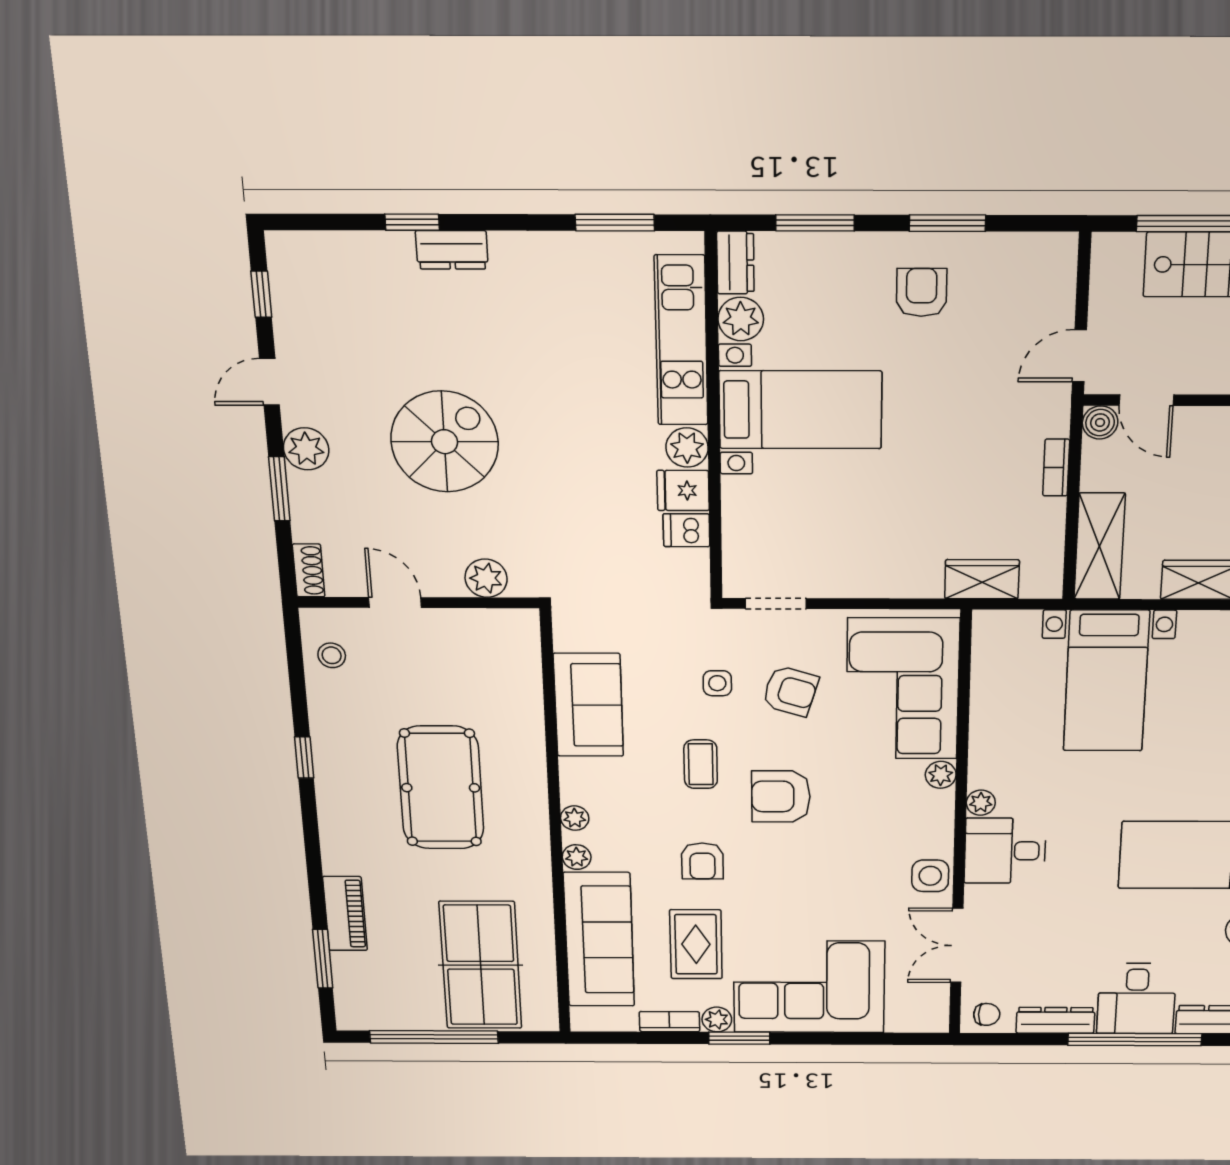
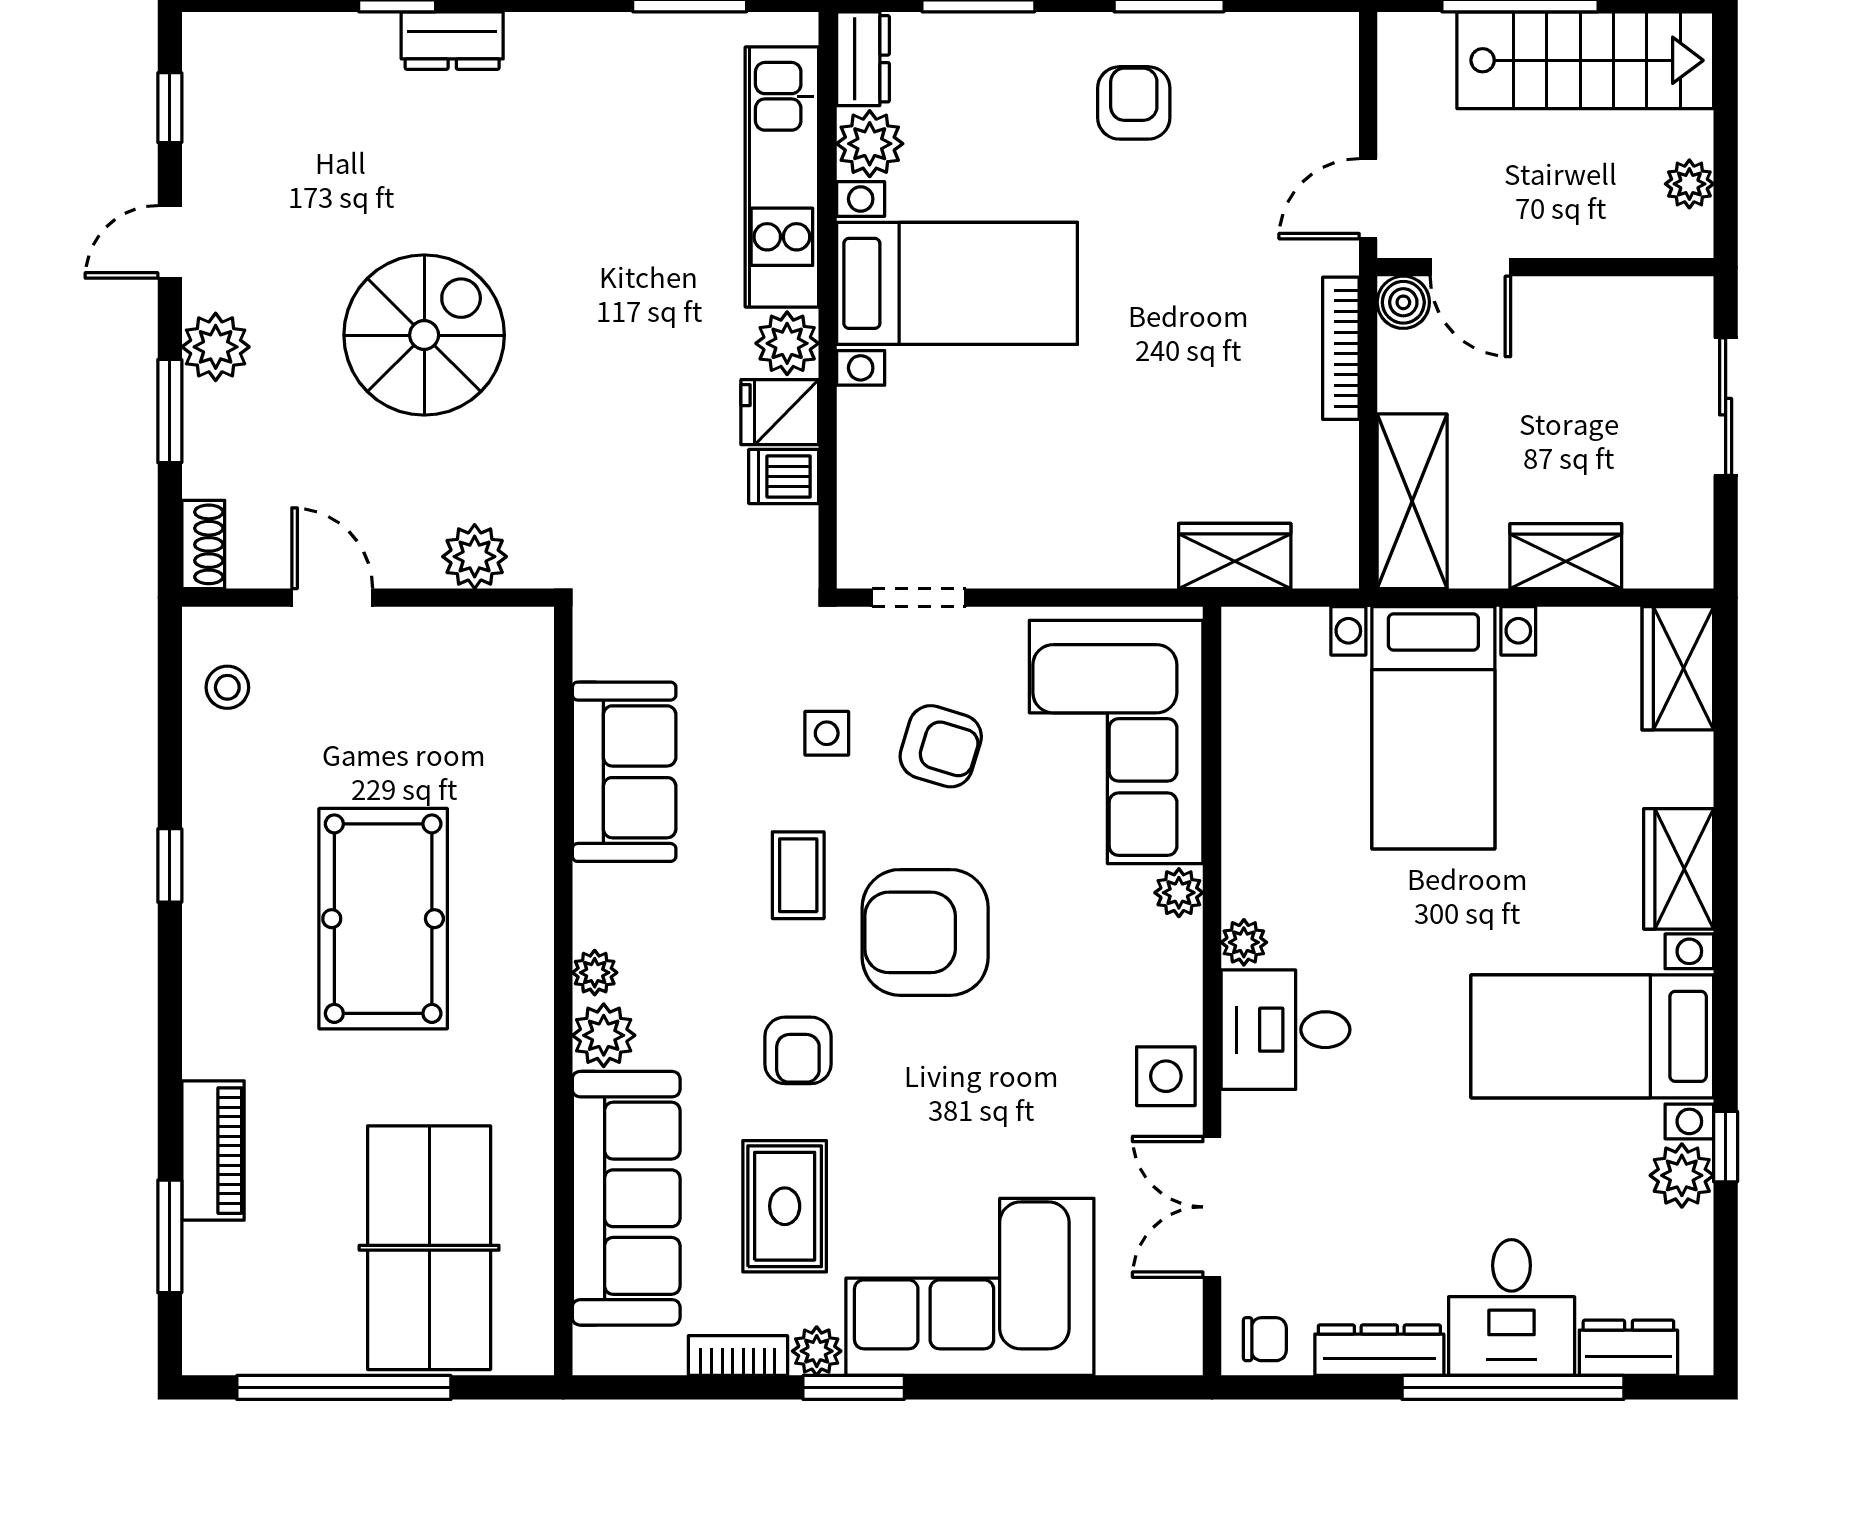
bookcase: (1056, 468) -> (1341, 348), width x1.56
armchair: (781, 796) -> (925, 932), width x1.36, depth x1.36
plant: (577, 857) -> (604, 1035), width x1.38, depth x1.38

